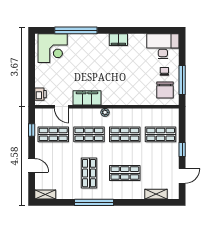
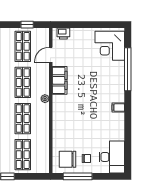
filing cabinet: (118, 40) -> (118, 108), width x0.50

